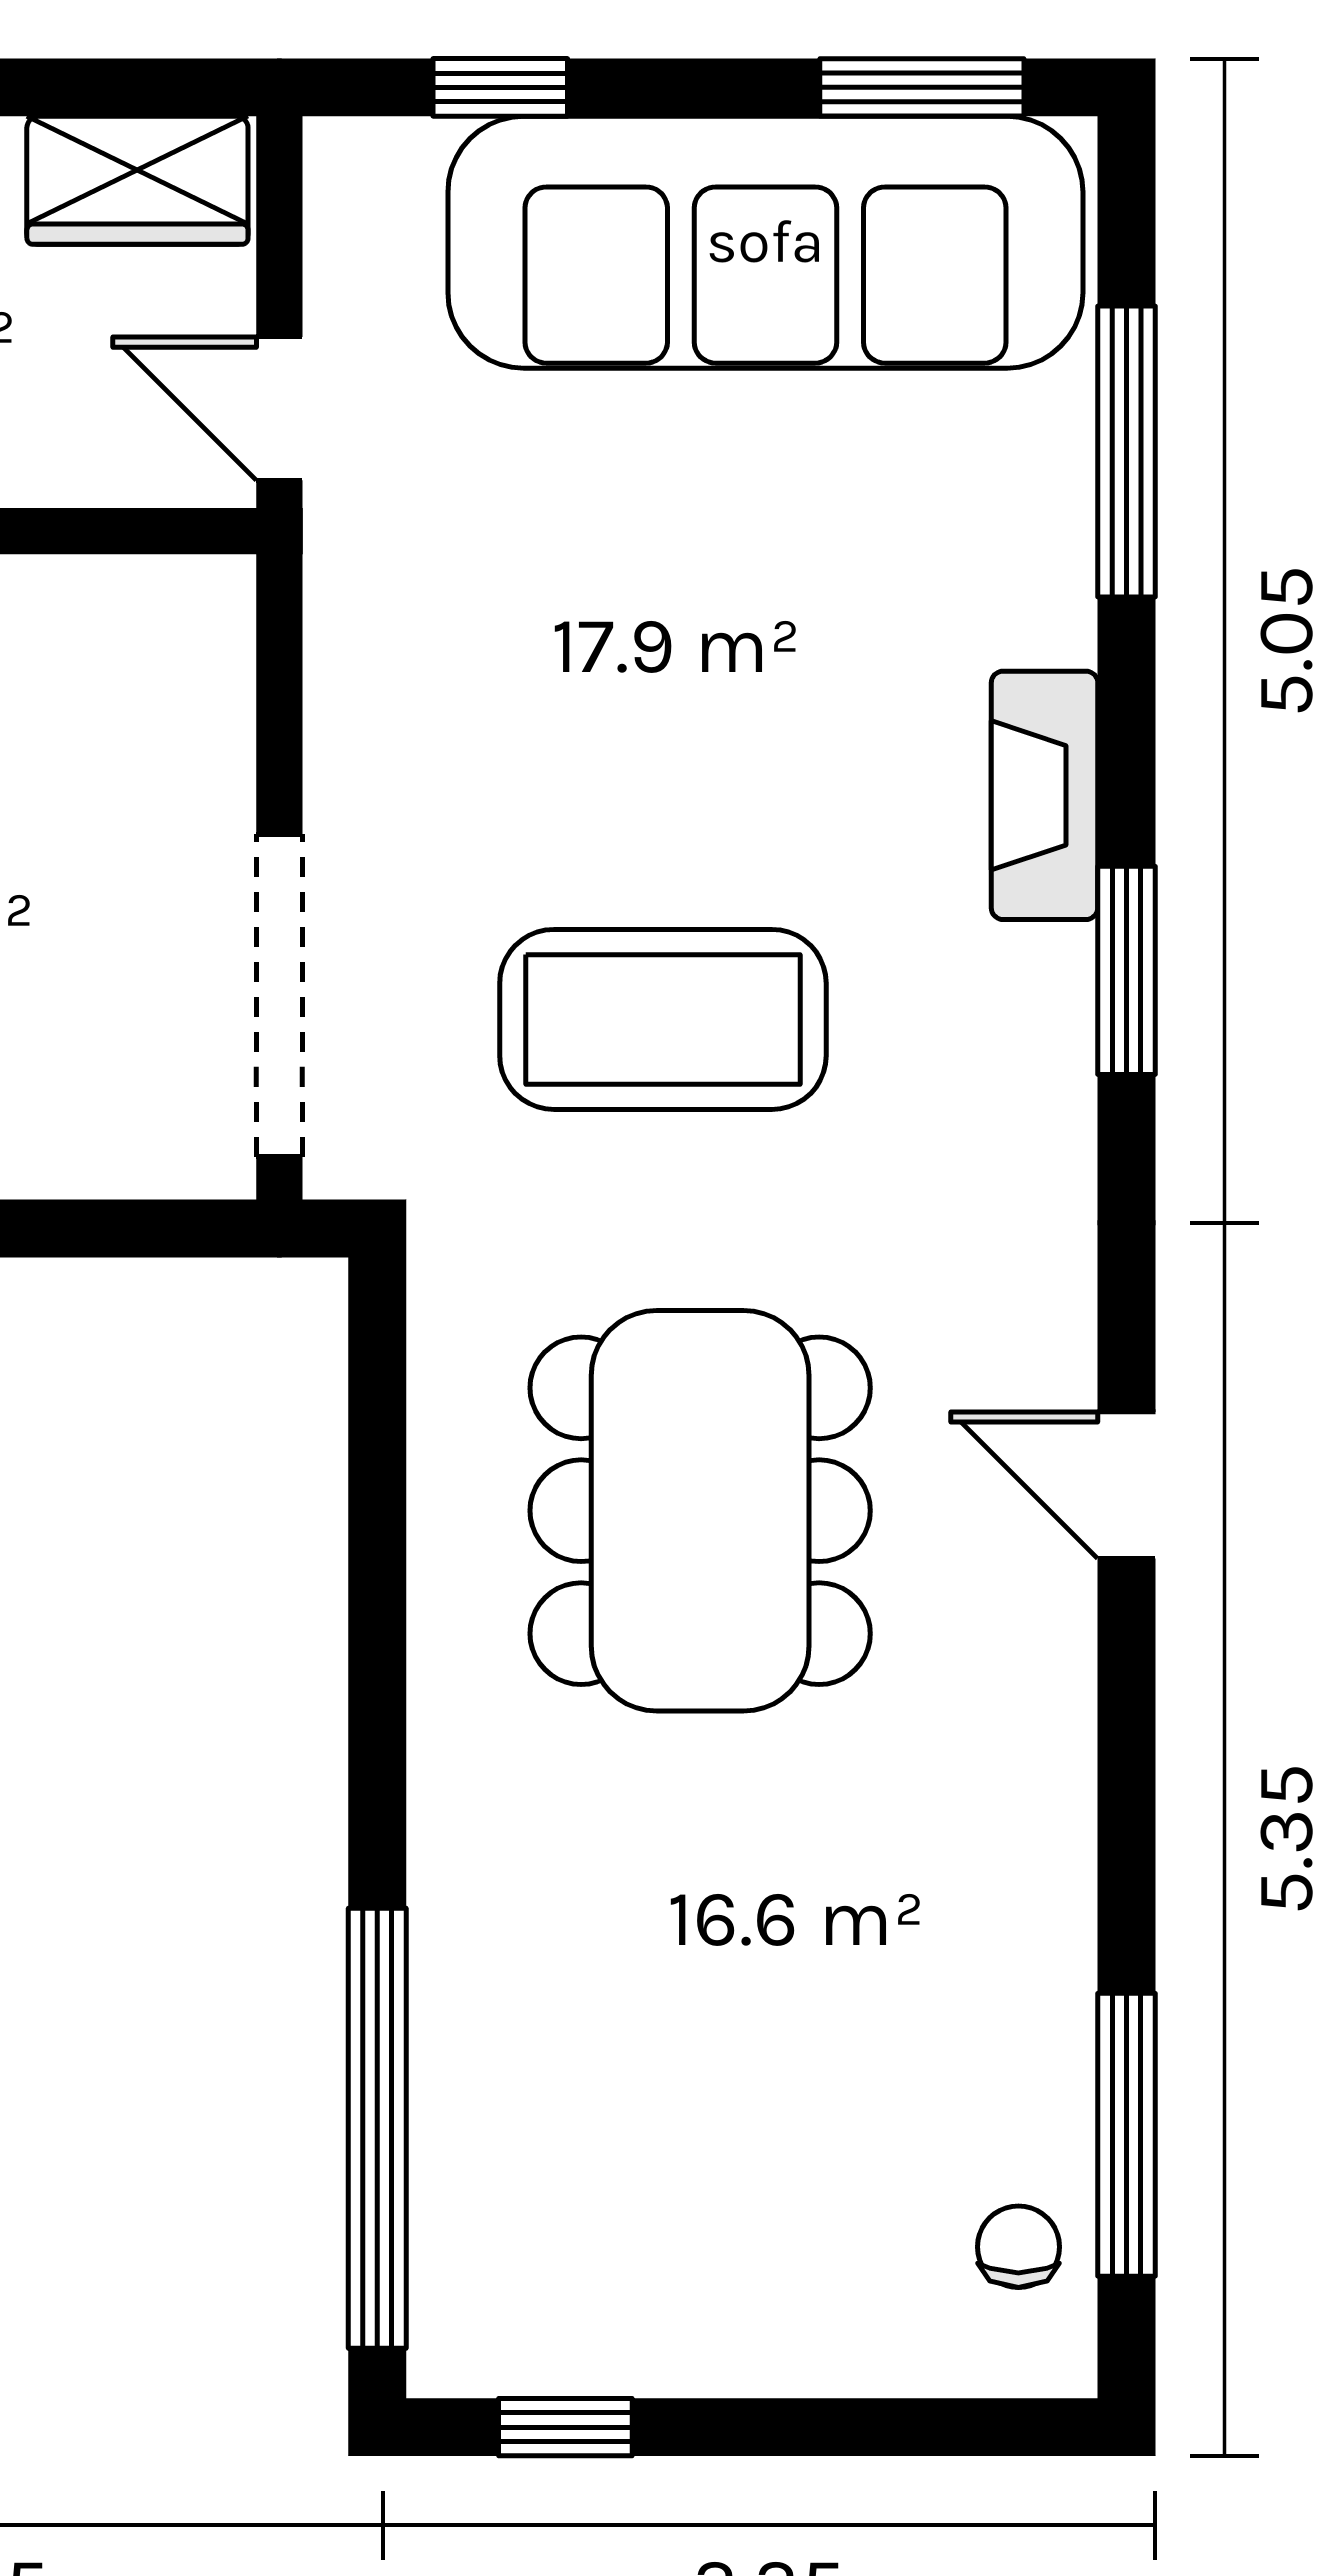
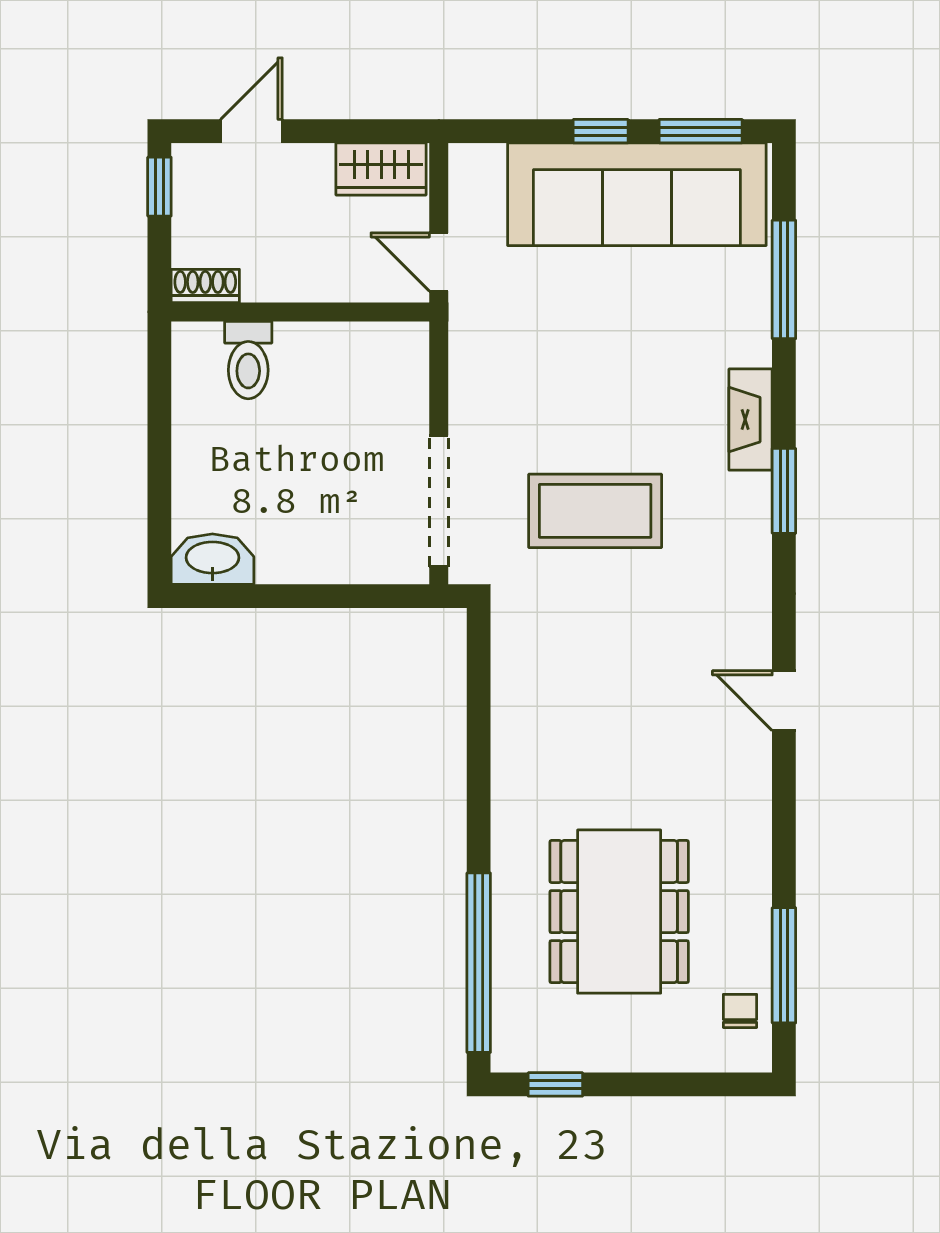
window: (500, 87) -> (601, 131), moved
dining table: (700, 1511) -> (619, 912), moved

